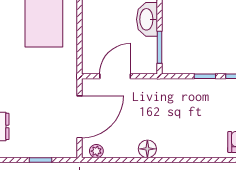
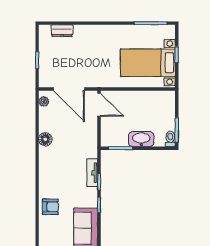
door: (115, 76) -> (99, 105), moved
tv unit: (192, 86) -> (92, 173), added

